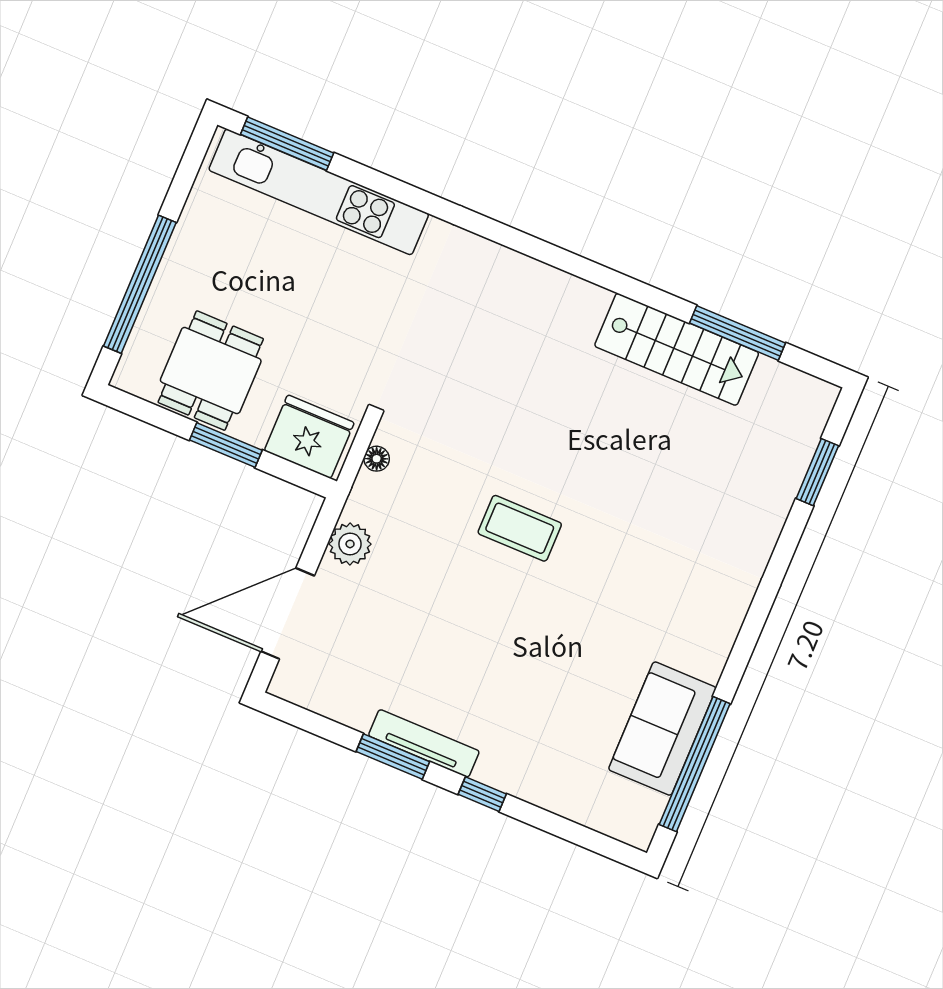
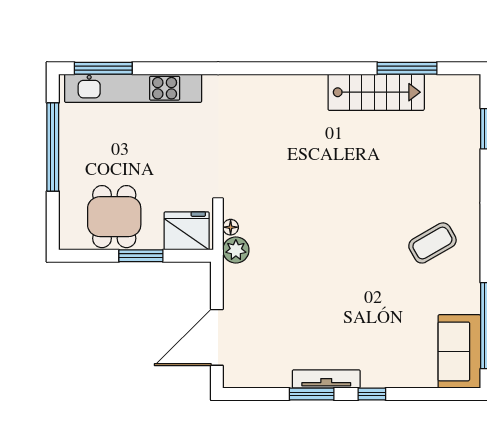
window: (140, 284) -> (53, 147), moved
coffee table: (520, 528) -> (432, 243), moved, turned -30
plant: (350, 544) -> (236, 250), moved
sofa: (662, 729) -> (459, 351), moved

